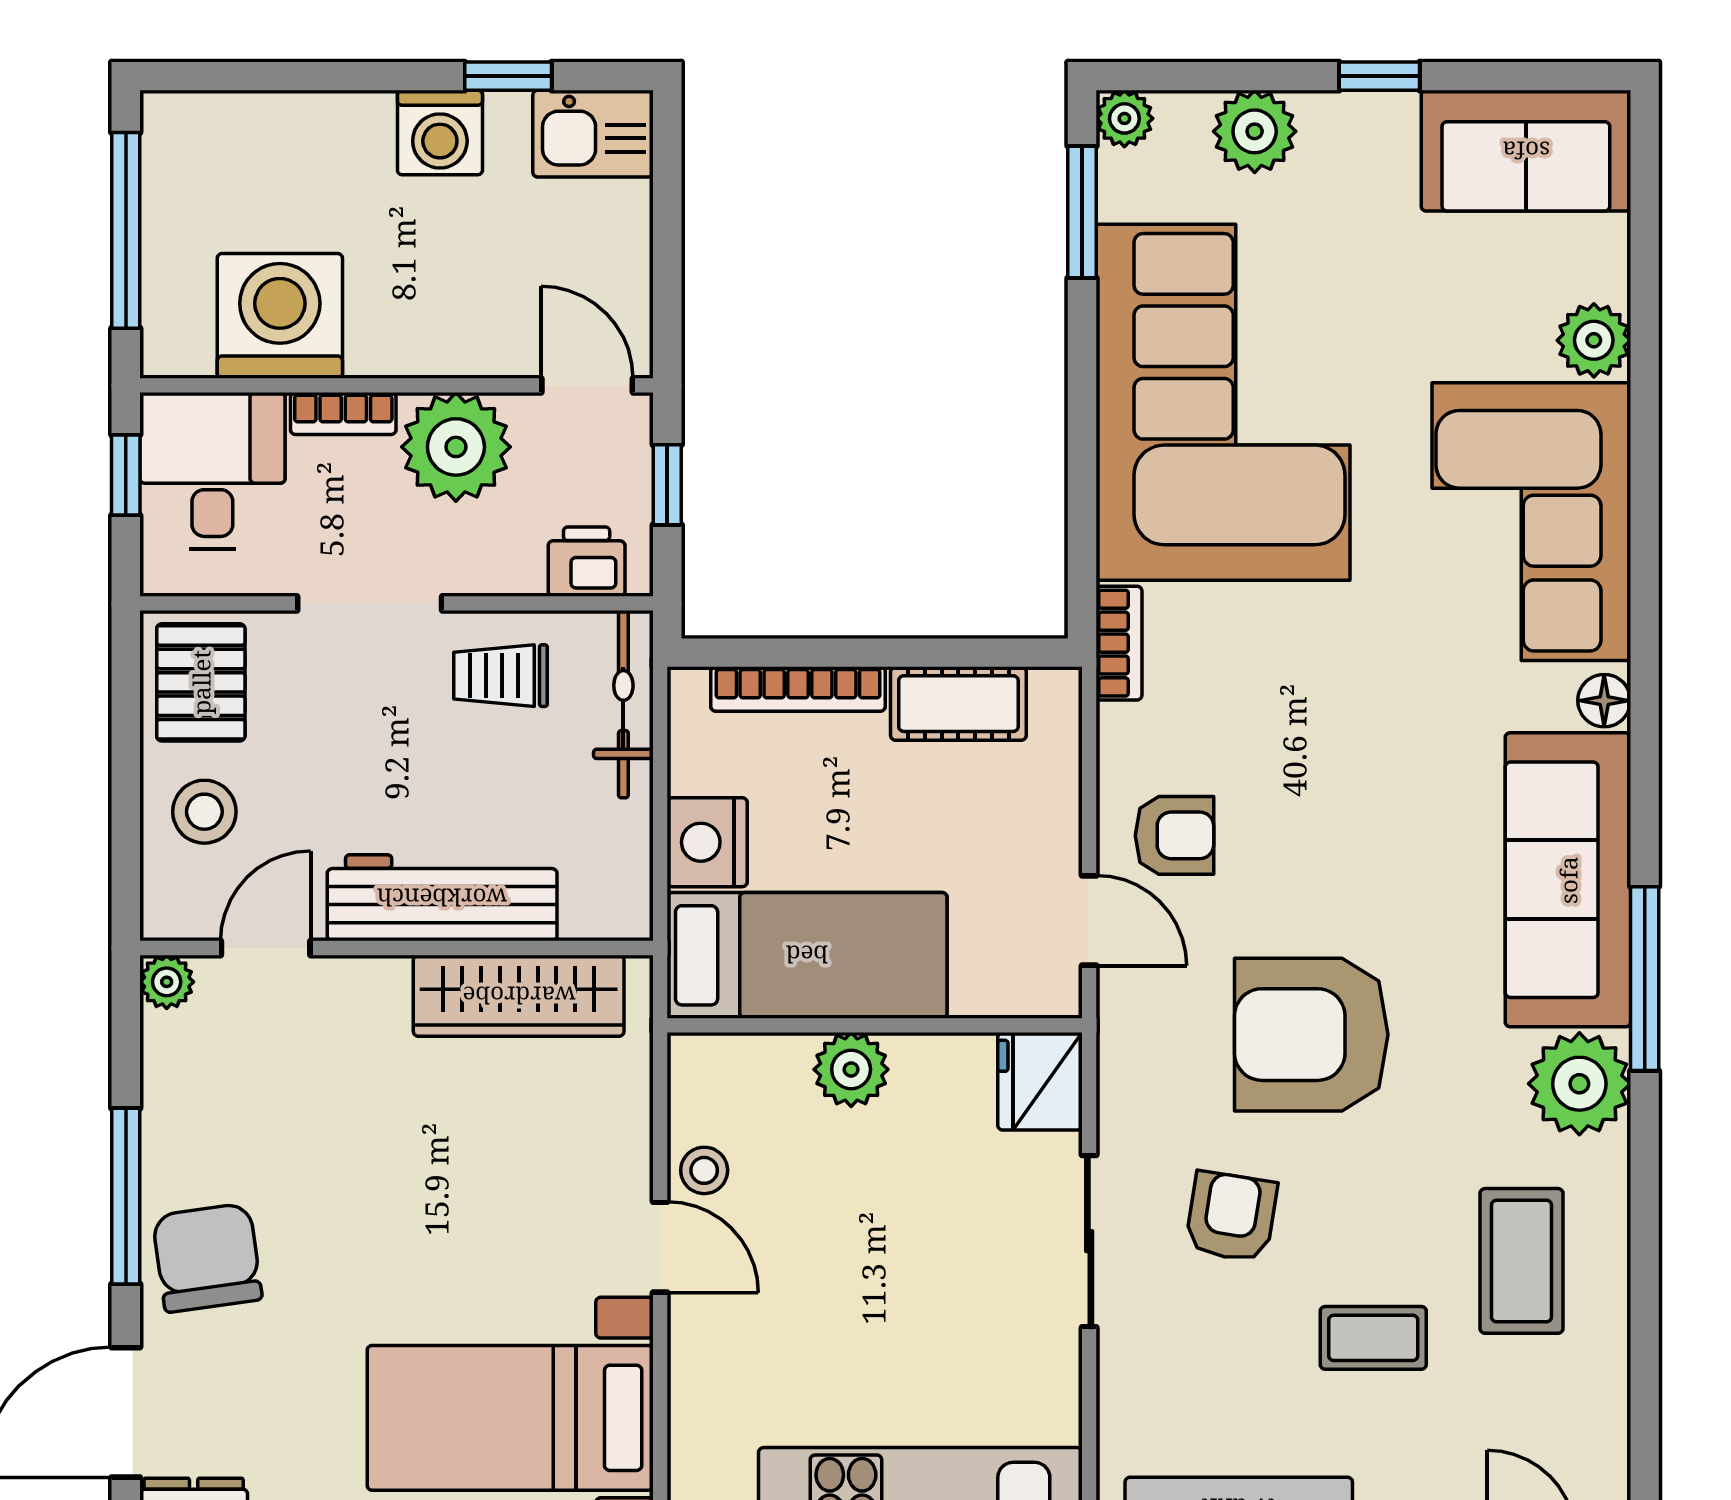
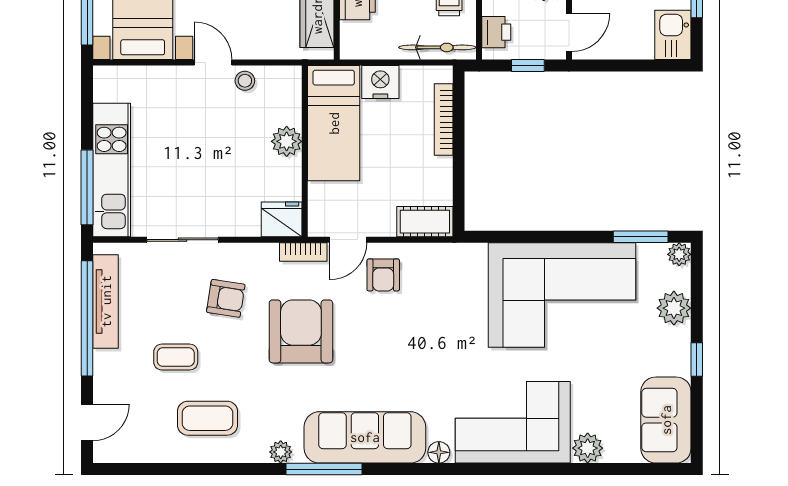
bookcase: (1119, 643) -> (303, 252), moved
cot: (958, 704) -> (425, 222), moved, turned 90
plant: (1579, 1084) -> (281, 452), width x0.53, depth x0.53
sliding door: (1089, 1241) -> (182, 240), moved
door: (660, 1247) -> (213, 63), swing flipped
coffee table: (1373, 1338) -> (176, 357), turned 90

